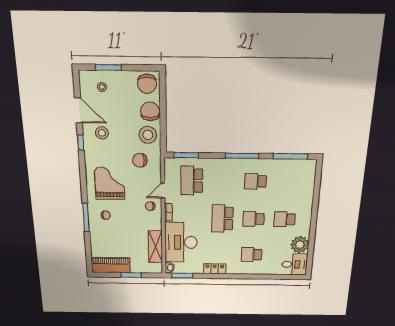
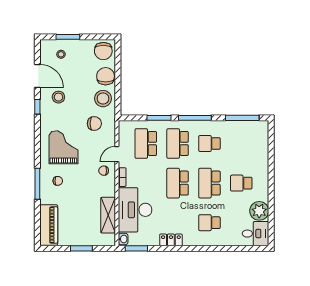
window: (186, 155) -> (159, 118), moved
chair: (140, 160) -> (94, 123), turned 180
school desk: (224, 181) -> (178, 144), added
school desk: (253, 219) -> (209, 183), width x1.85
piano: (111, 265) -> (49, 225), moved, turned 90

